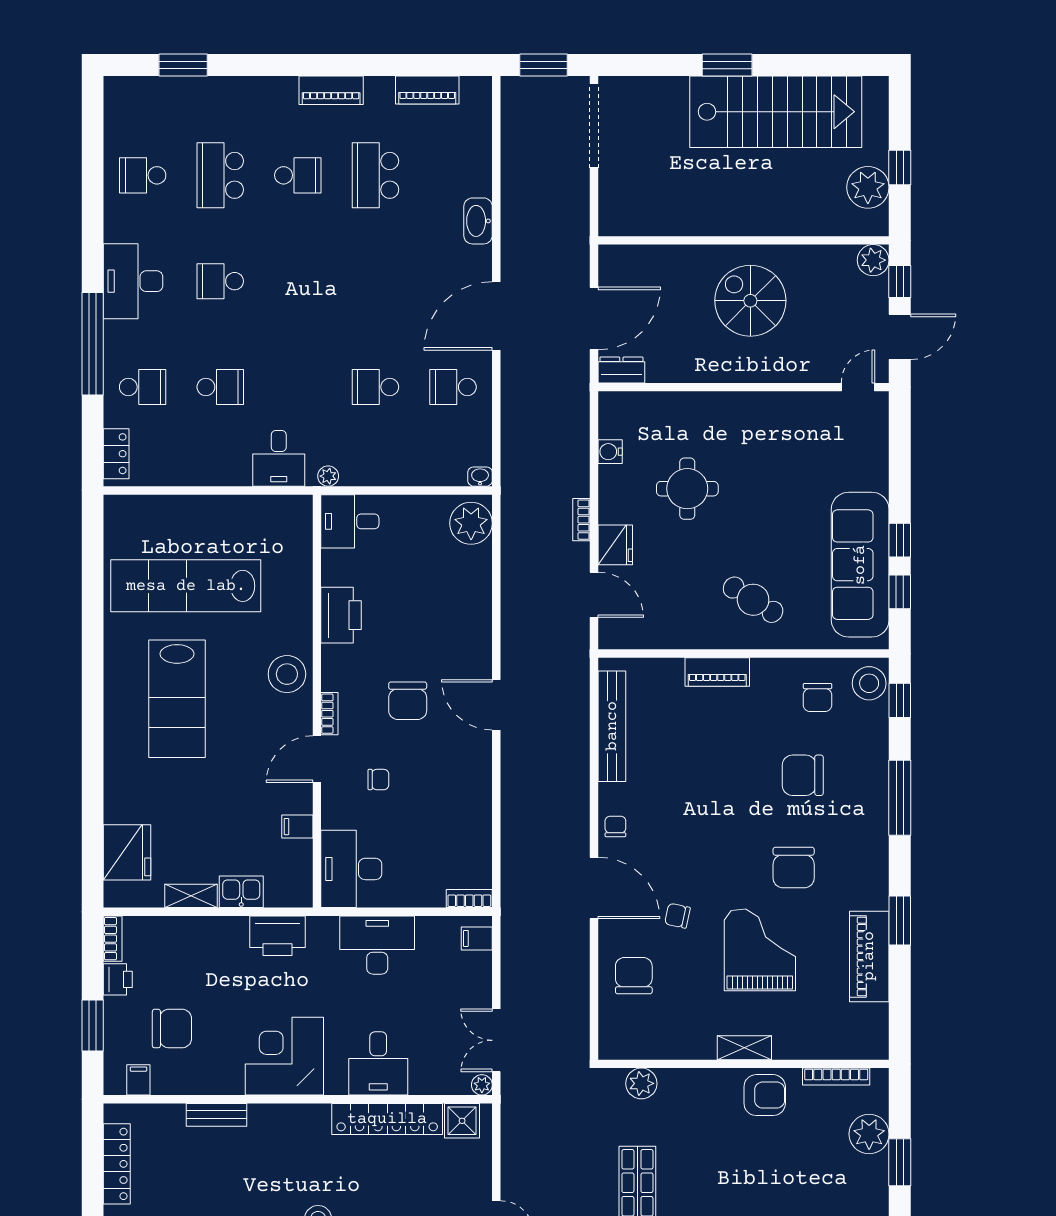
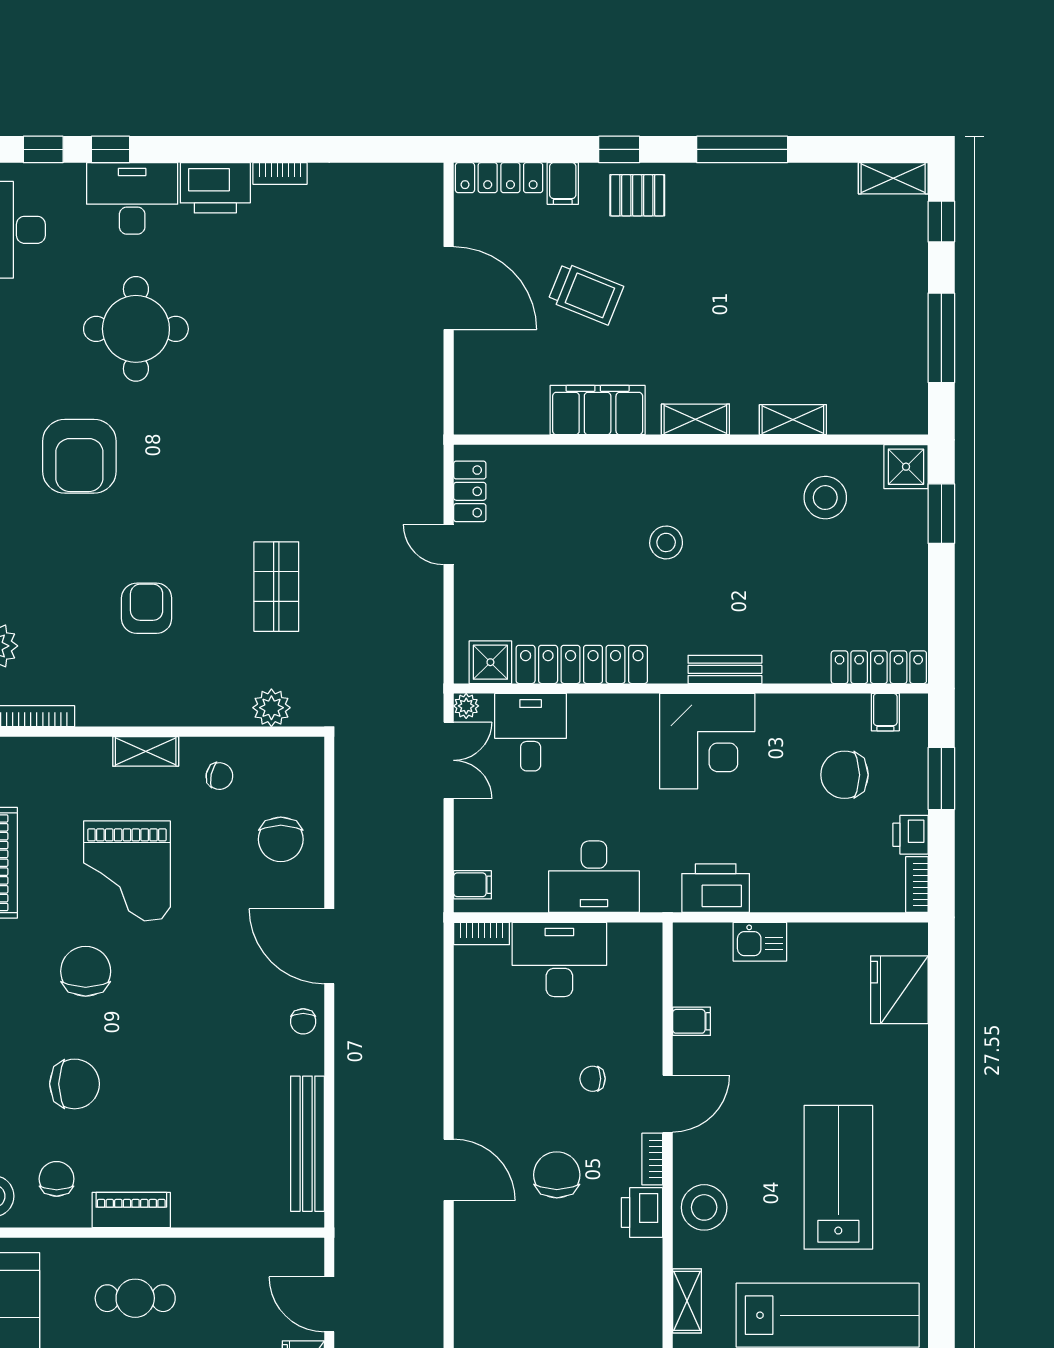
cafe table: (753, 600) -> (135, 1298), turned -32
printer: (341, 615) -> (642, 1213), moved, width x0.73, depth x0.84
piano: (717, 672) -> (131, 1210), moved
desk: (351, 869) -> (559, 959), moved, turned -90
shelving: (191, 896) -> (687, 1301), moved, turned 90
chair: (677, 916) -> (219, 776), moved
desk: (378, 1063) -> (531, 732), moved
armchair: (765, 1095) -> (147, 608), moved, turned 90
bench: (216, 1115) -> (725, 669), moved
locker: (117, 1164) -> (879, 667), moved, turned 90

